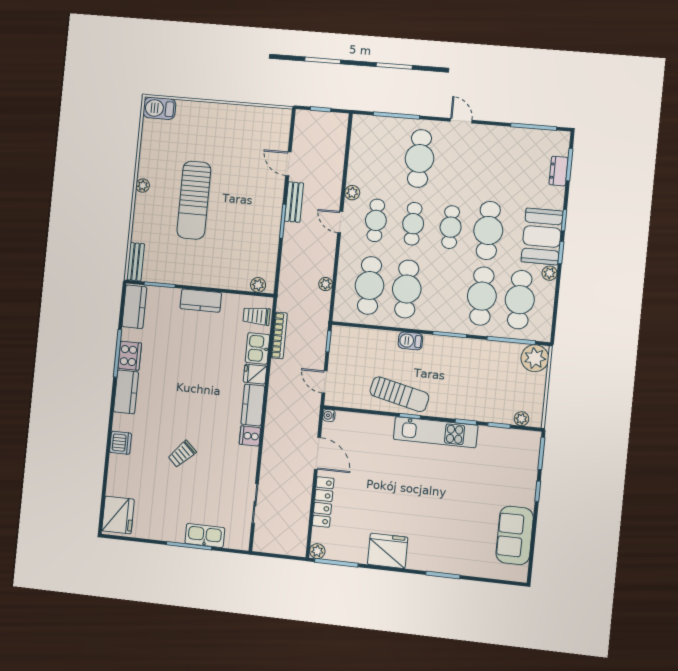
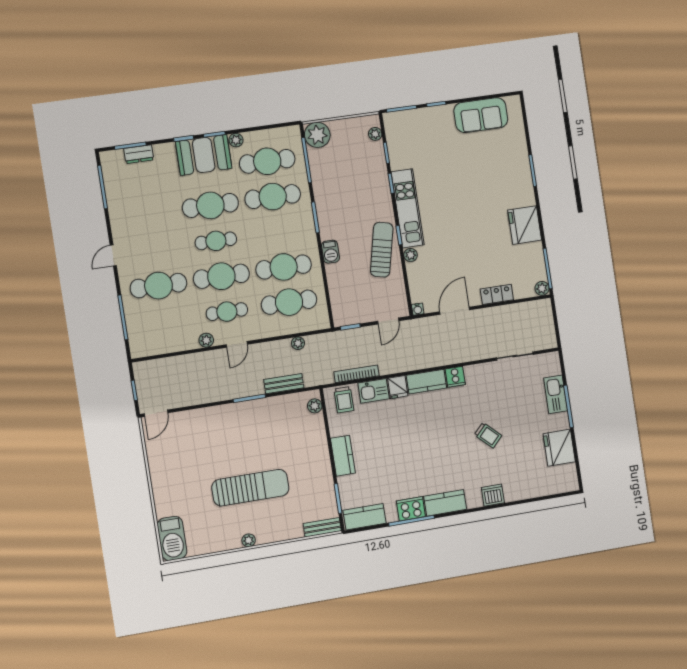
barbecue: (159, 108) -> (172, 538), width x1.37, depth x1.21
door: (288, 164) -> (156, 413), moved
bench: (294, 202) -> (284, 384), moved
cafe table: (413, 224) -> (221, 276), width x1.37, depth x1.35
plant: (386, 423) -> (411, 255), added
locker: (323, 502) -> (497, 294), width x0.66
fridge: (118, 515) -> (559, 448), moved, turned -90

